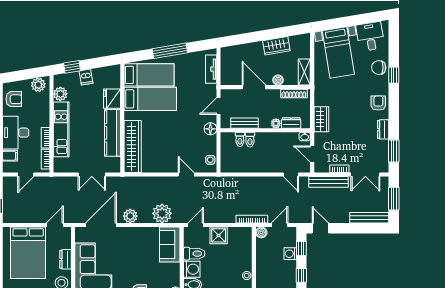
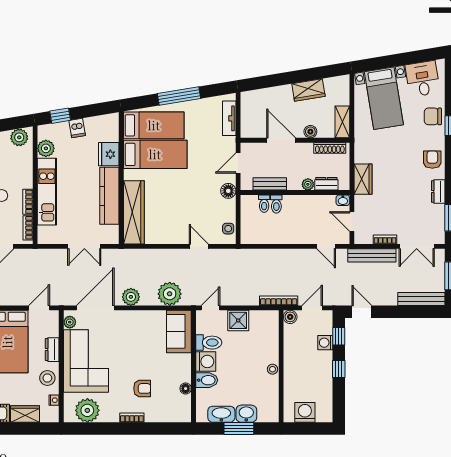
plant: (80, 237) -> (70, 322), added

